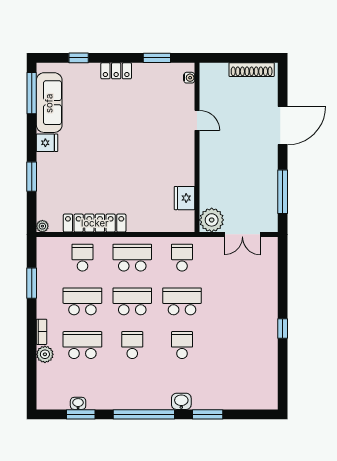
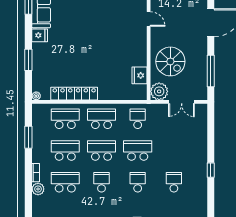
spiral stairs: (227, 179) -> (170, 61), added
school desk: (82, 258) -> (65, 119), width x1.85
school desk: (232, 345) -> (174, 182), added

